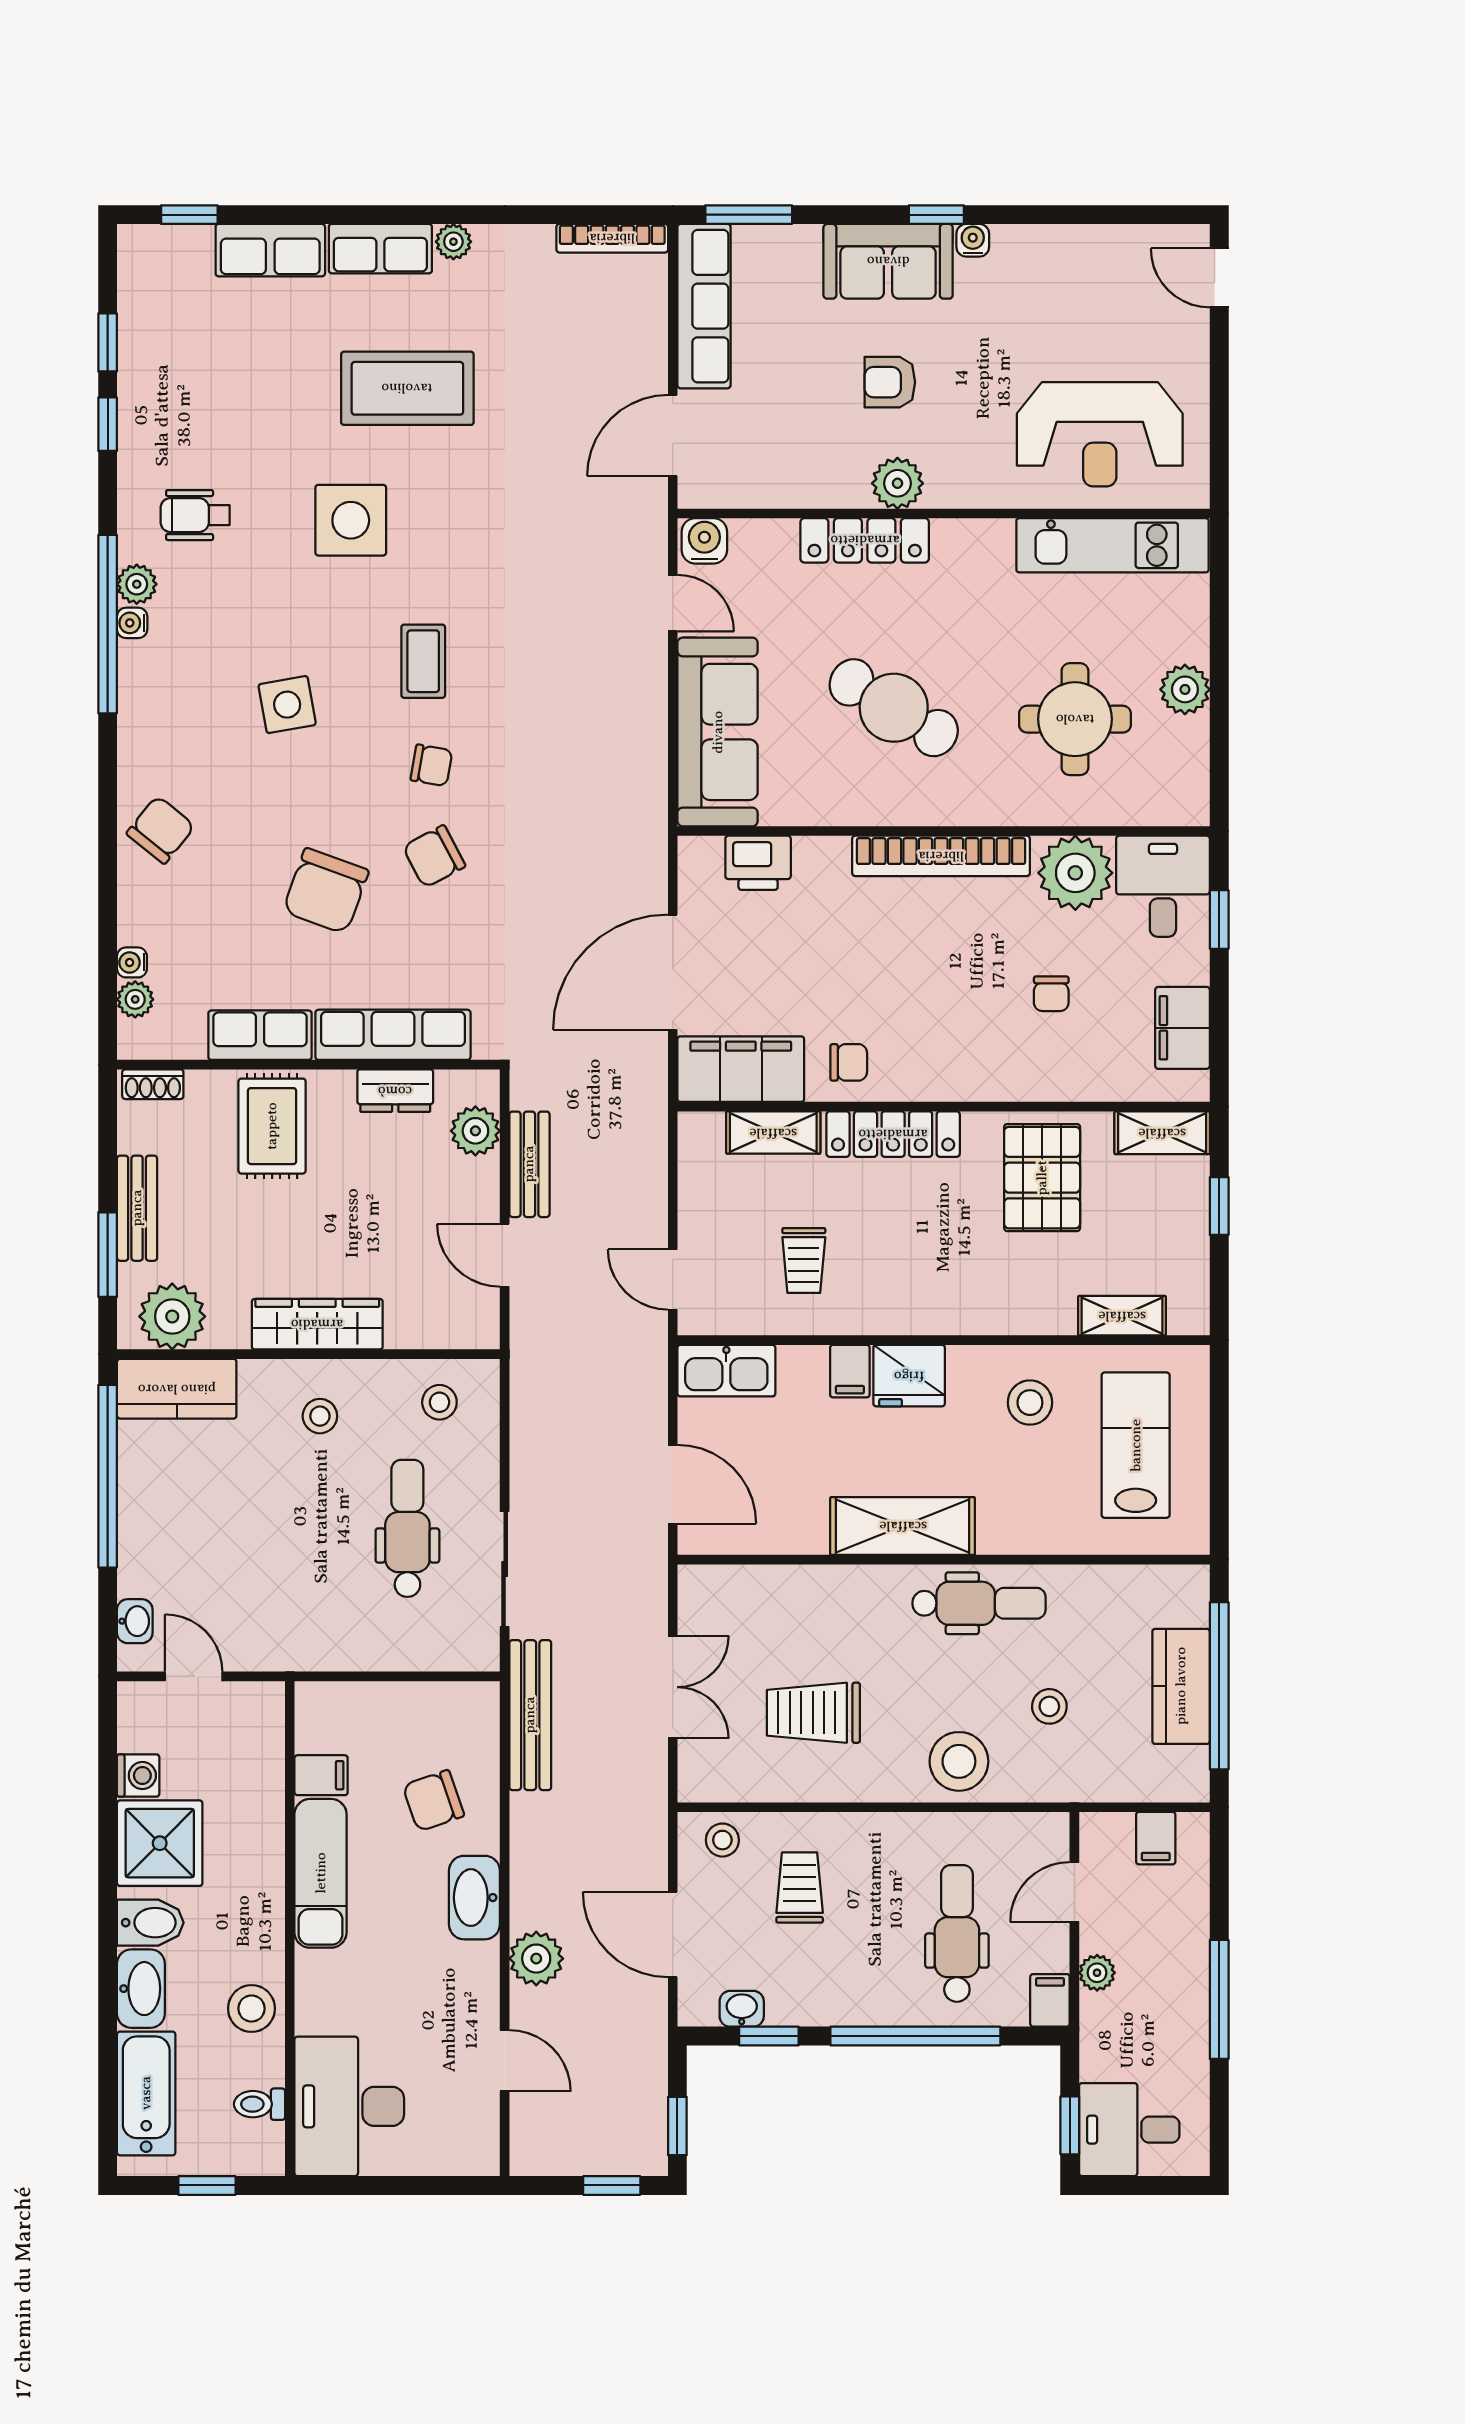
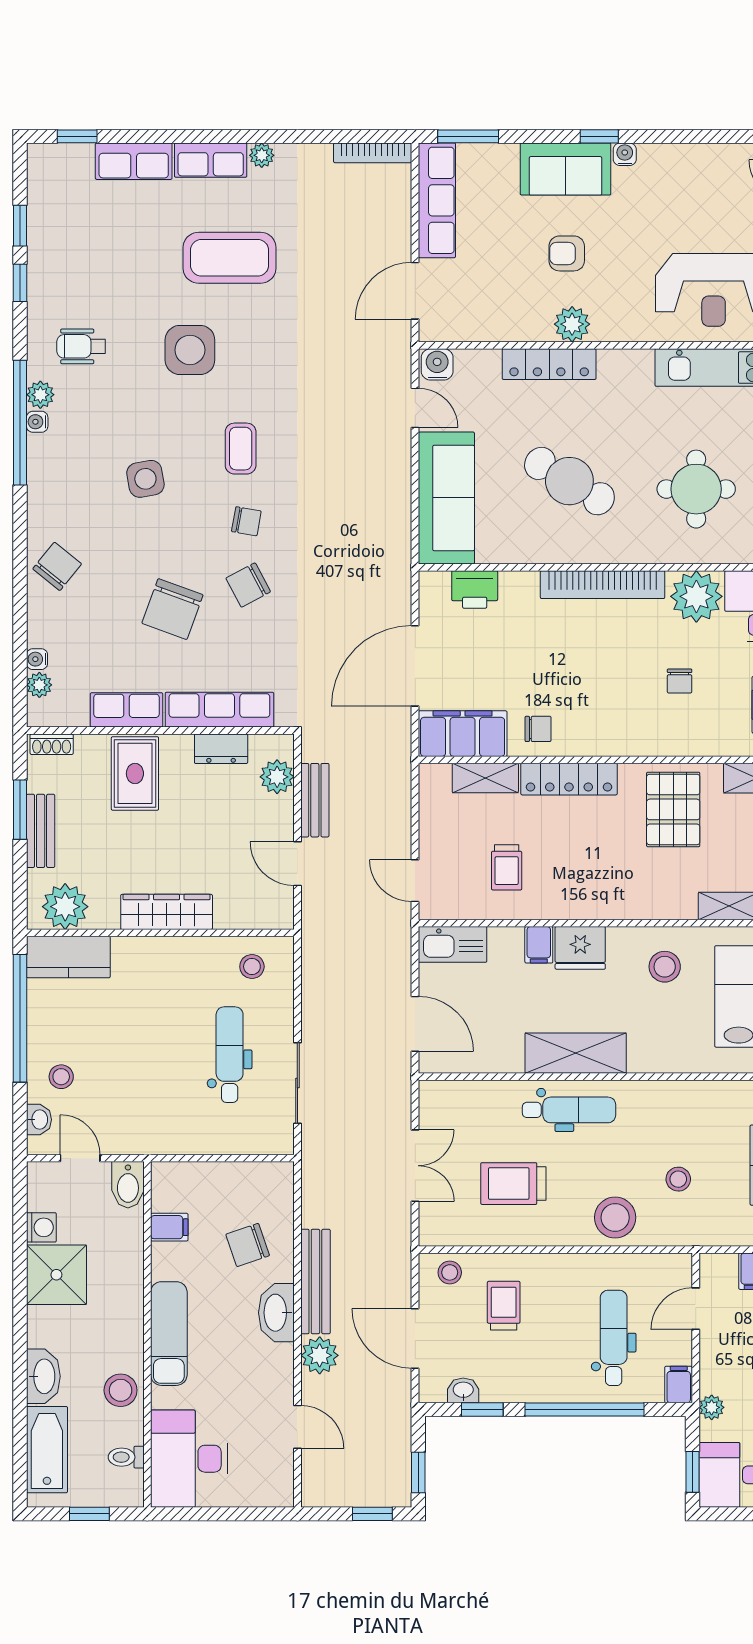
window: (108, 1255) -> (20, 810), moved
stool: (320, 1416) -> (61, 1077), moved
dental chair: (979, 1603) -> (569, 1110), moved
bench: (530, 1715) -> (315, 1282), moved
exam couch: (321, 1873) -> (169, 1334), moved
bidet: (150, 1923) -> (128, 1185), moved, turned 90
plant: (1097, 1973) -> (712, 1407), moved

